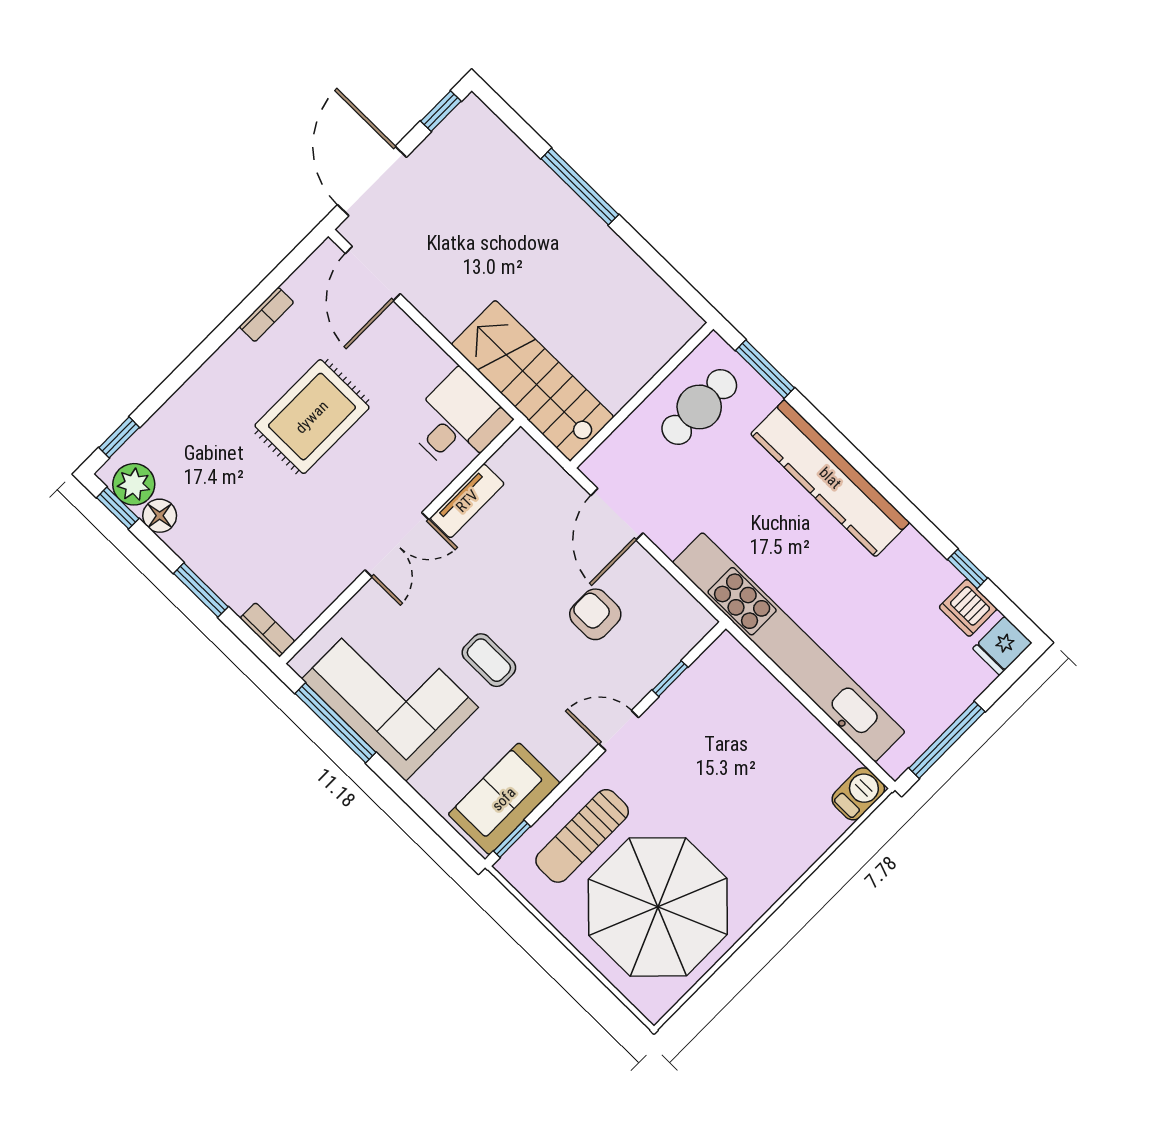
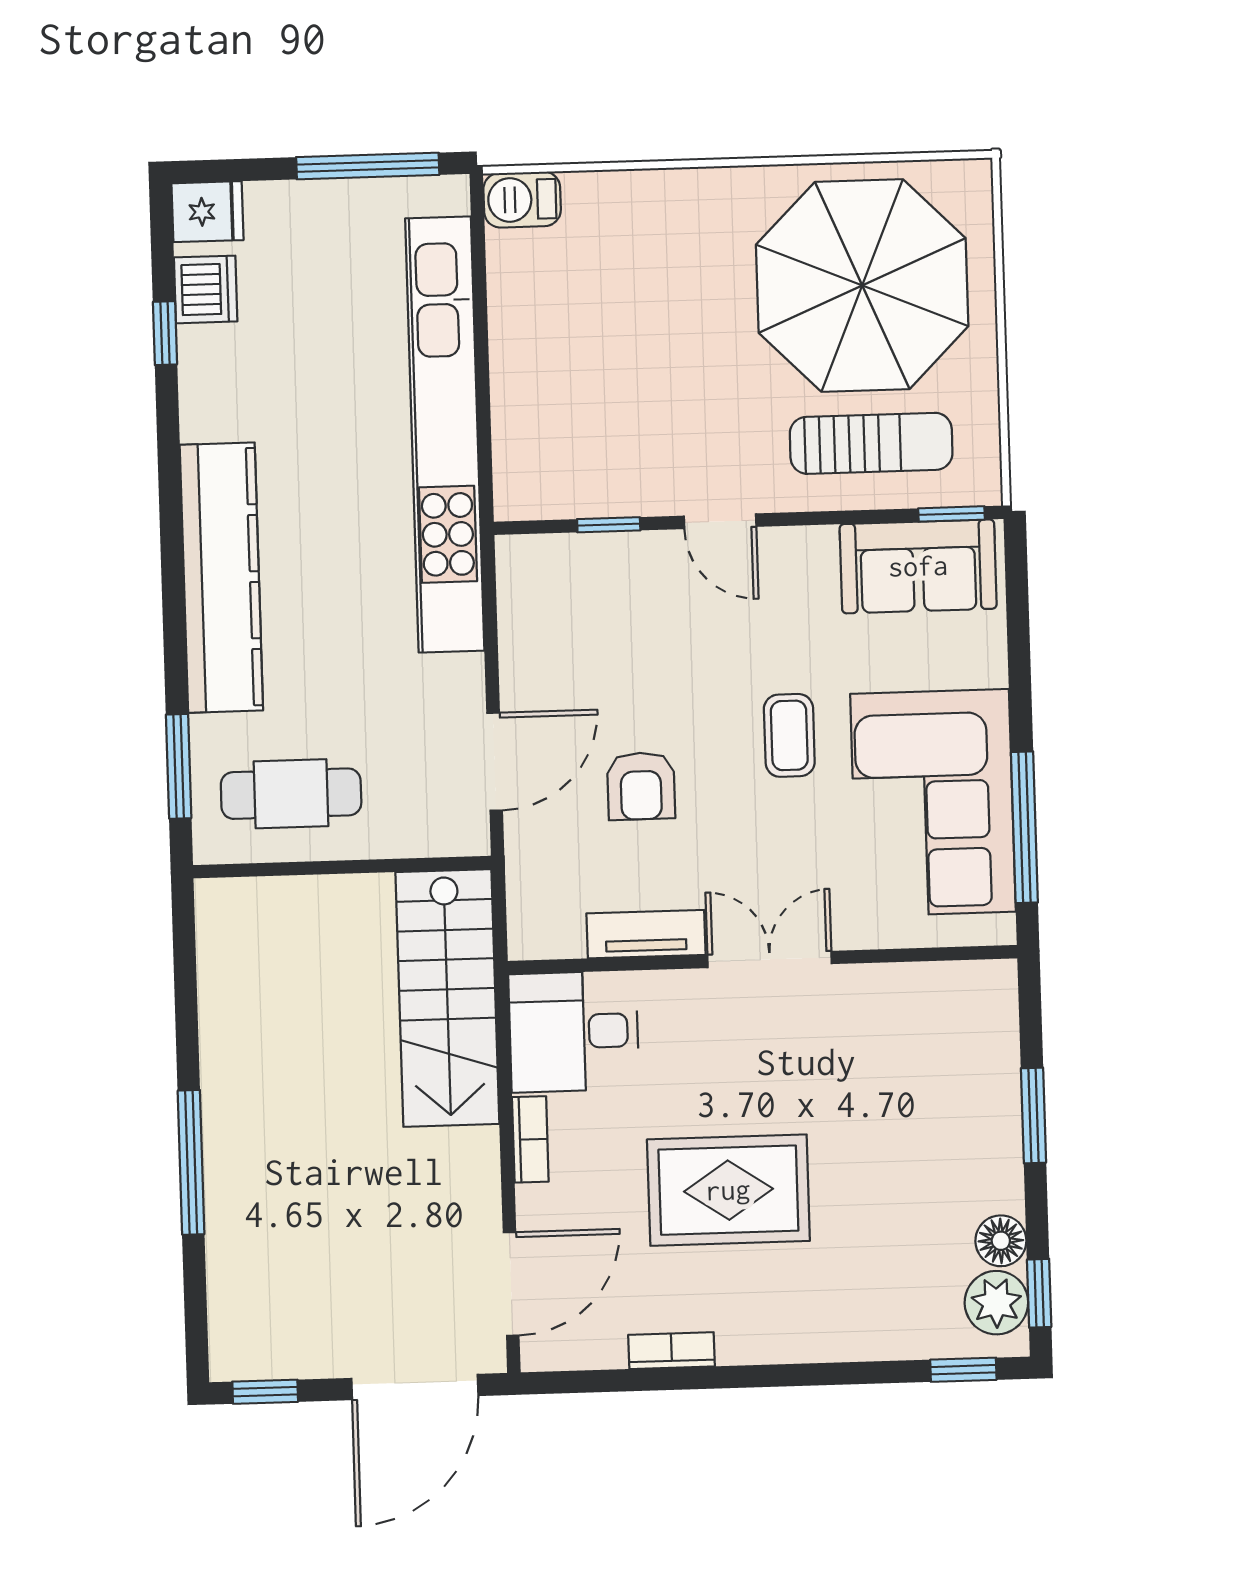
armchair: (595, 614) -> (641, 786), moved
bookcase: (267, 630) -> (530, 1139), moved, turned 180

